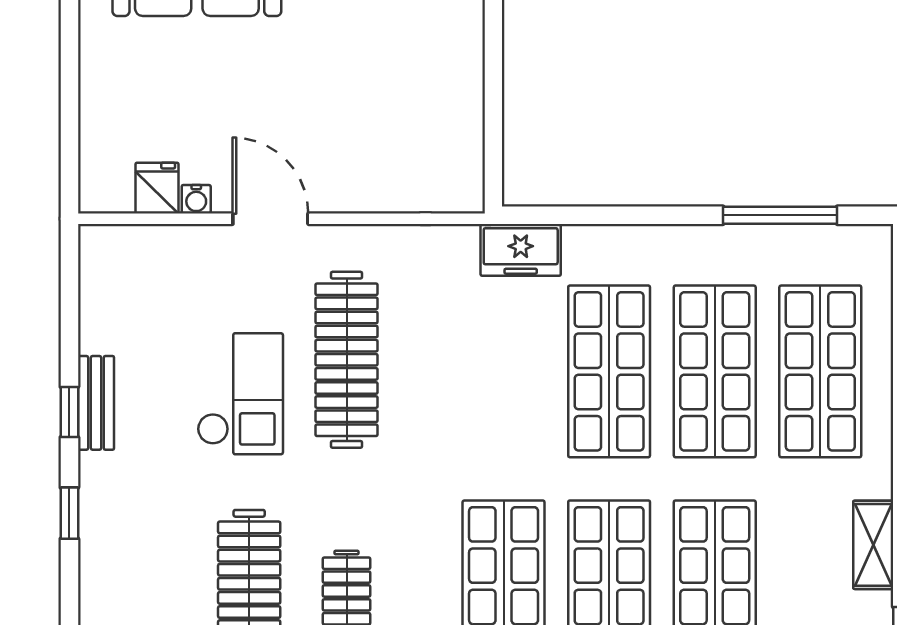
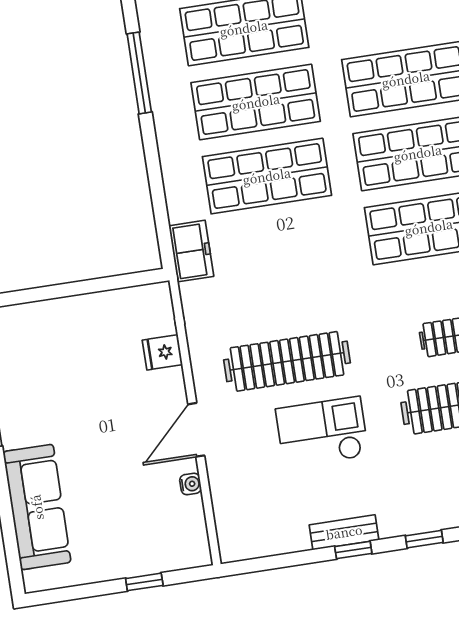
window: (69, 114) -> (144, 582), added
fridge: (157, 188) -> (162, 352), moved

